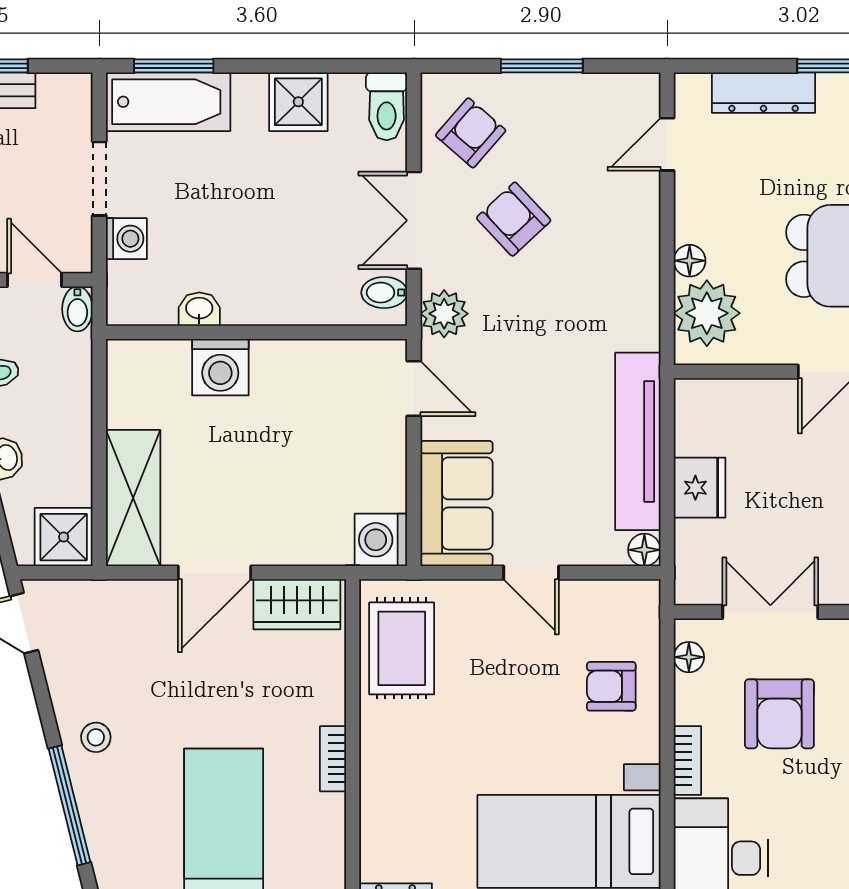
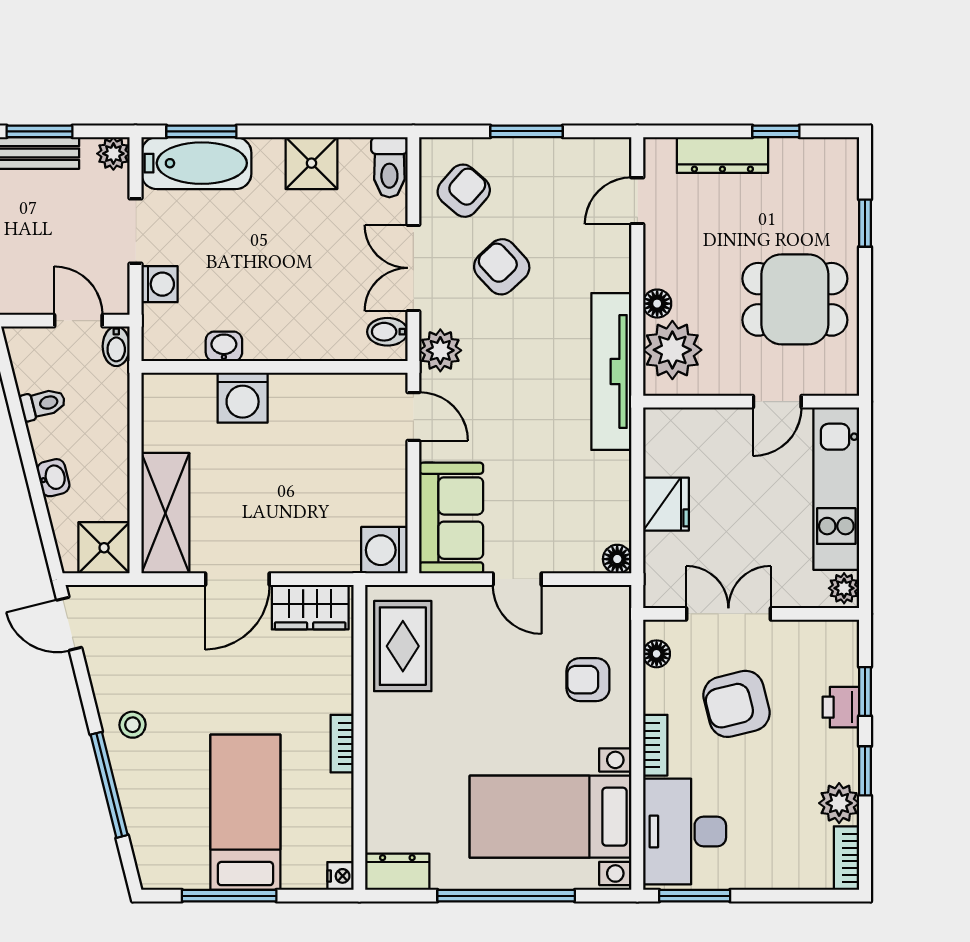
plant: (74, 91) -> (113, 154), added
tv unit: (638, 441) -> (611, 371), moved
armchair: (779, 714) -> (737, 704), turned 76

